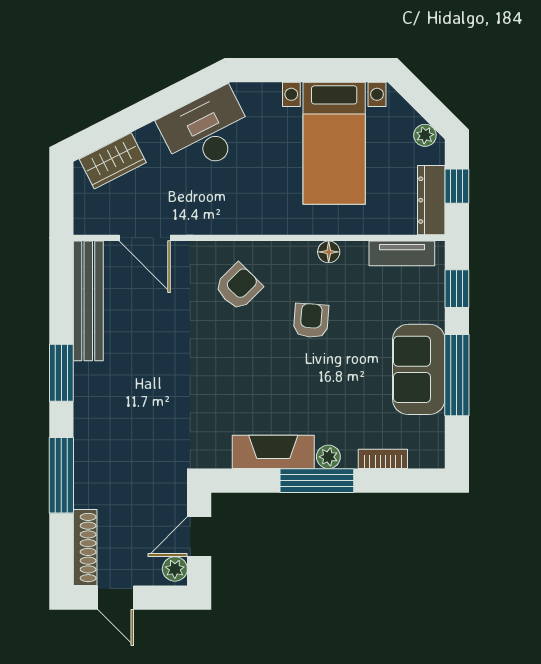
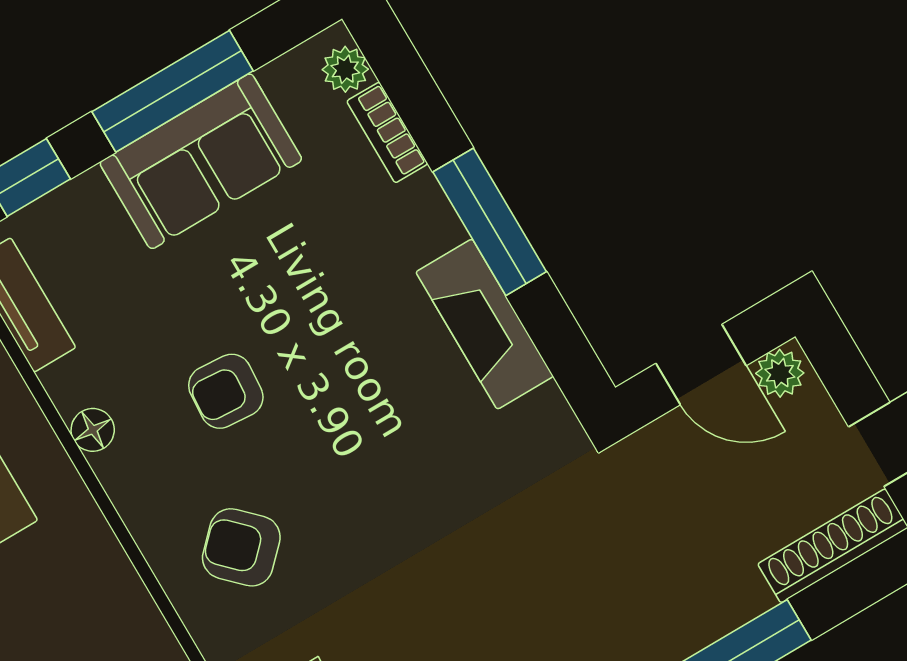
plant: (328, 457) -> (345, 69), moved

